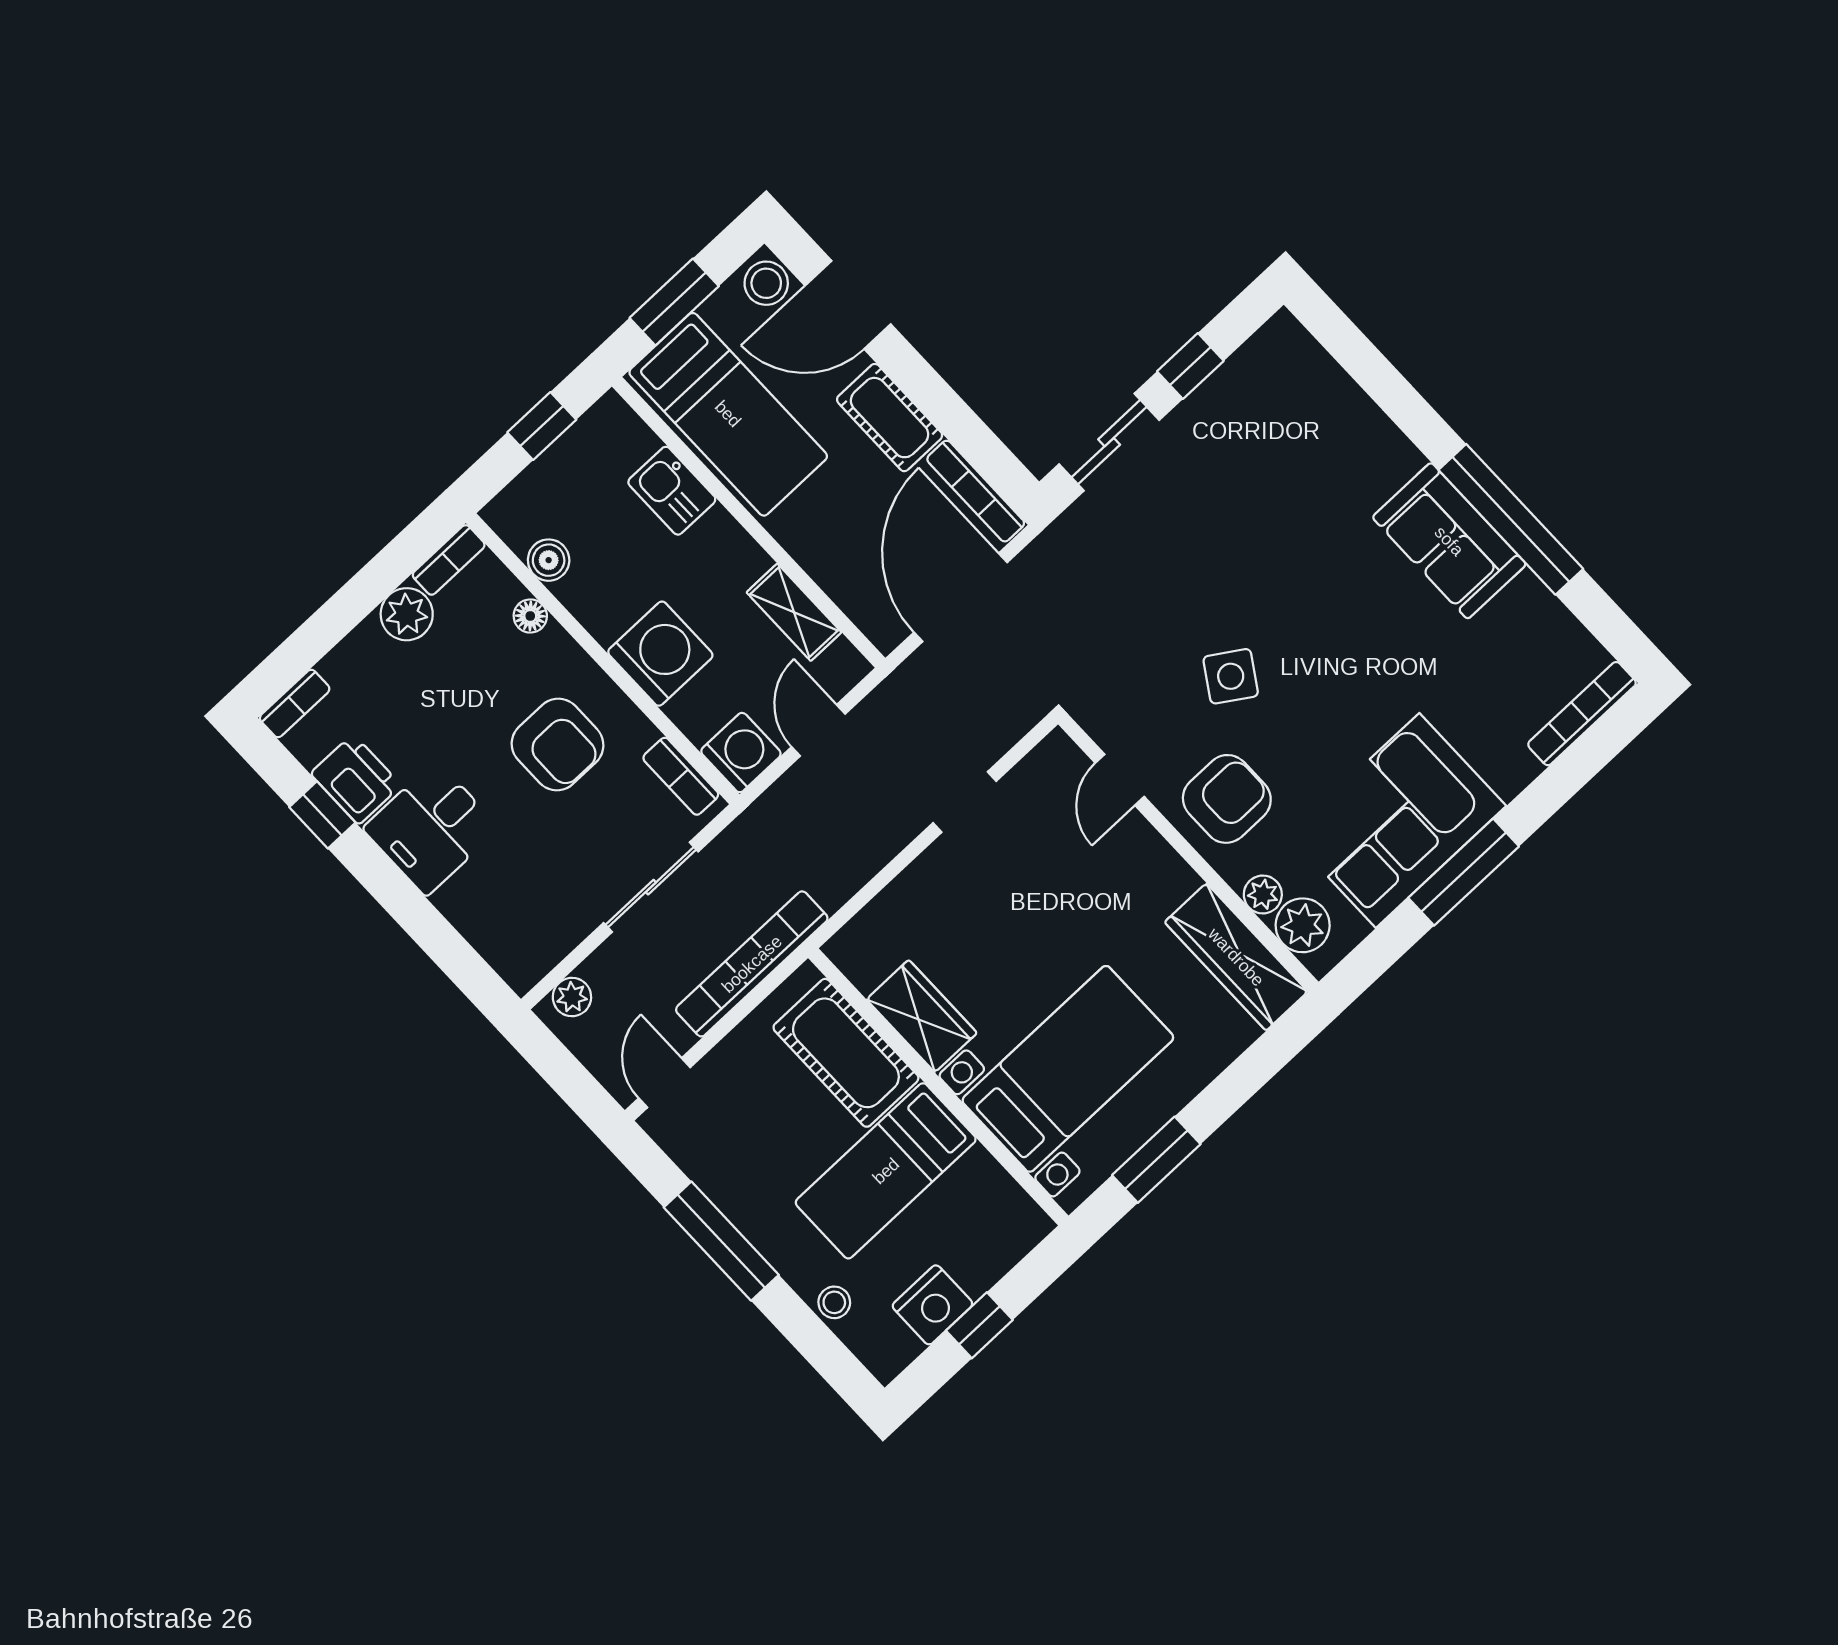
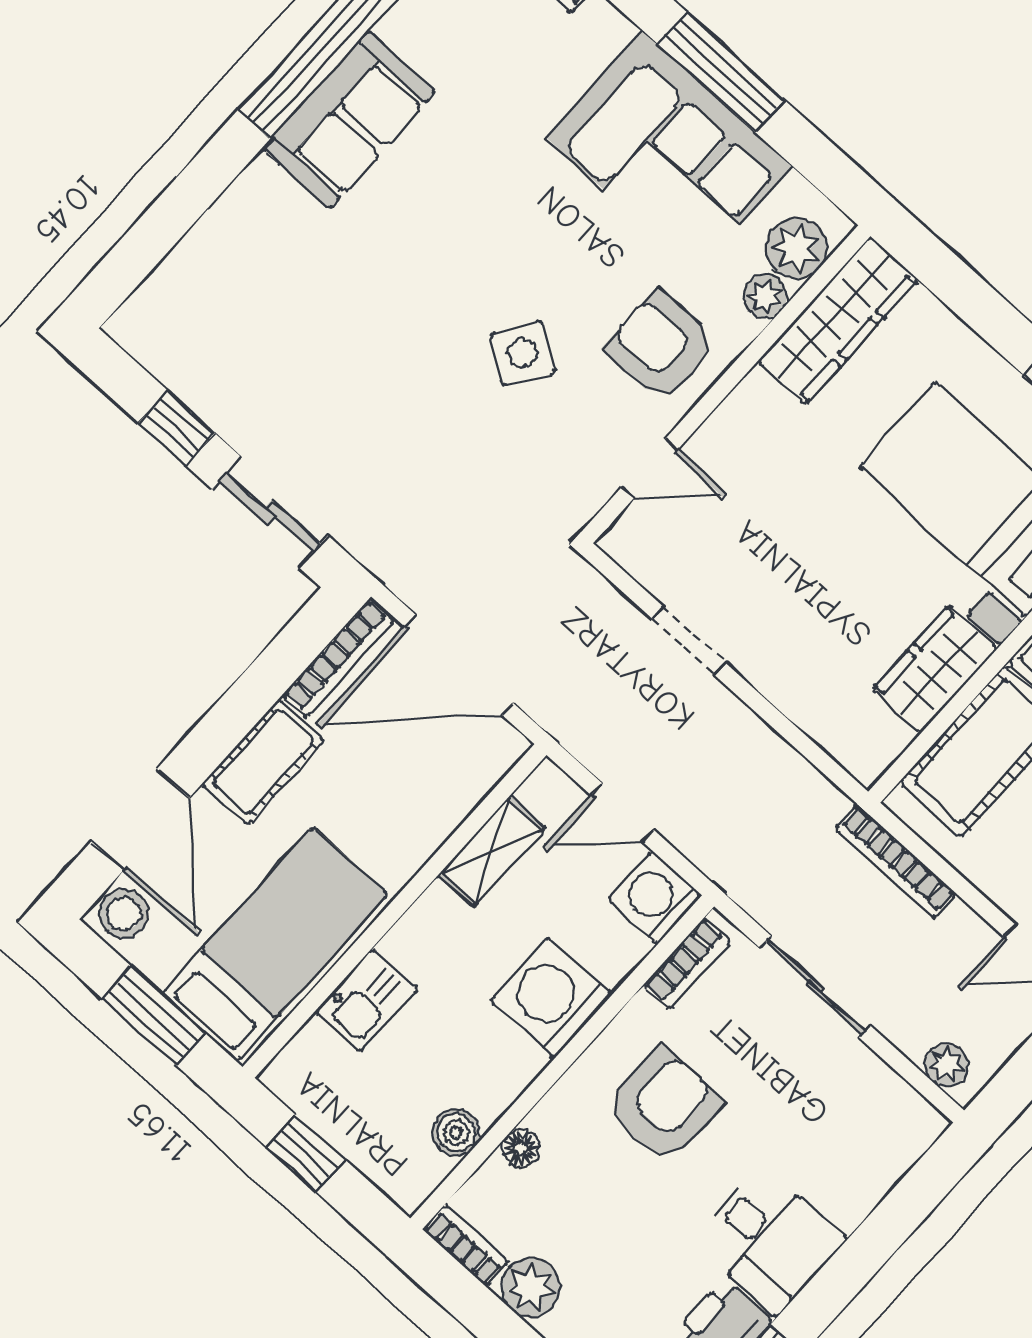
bookcase: (752, 964) -> (896, 862), width x0.68, depth x0.76

